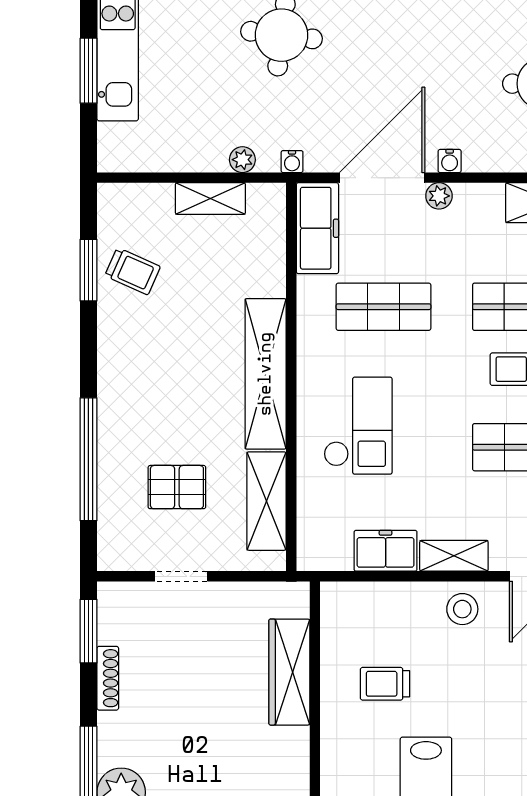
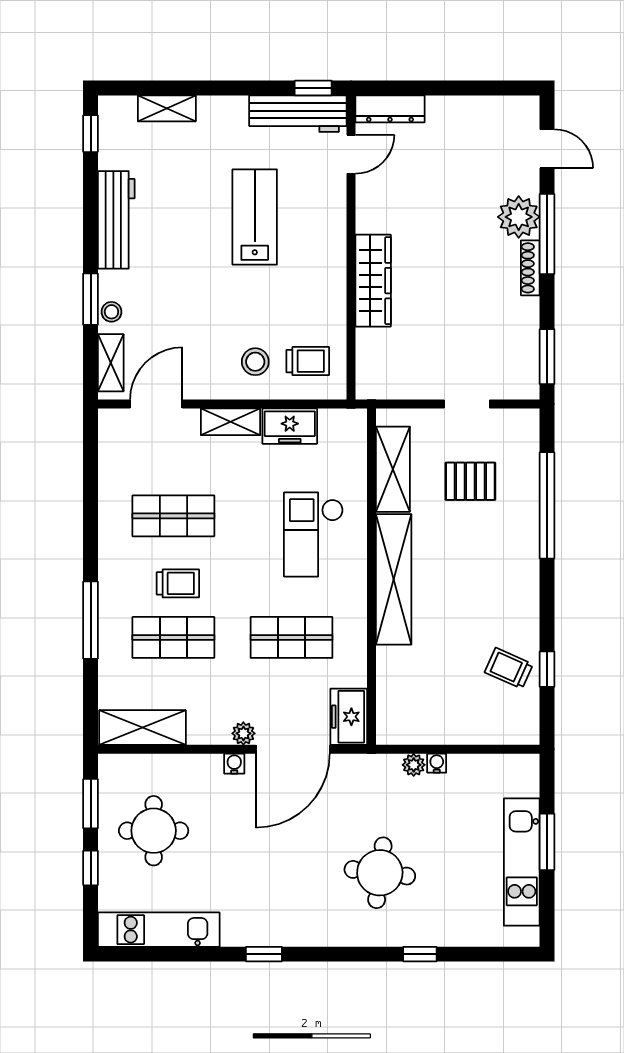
water cooler: (292, 162) -> (437, 763), moved
shelving: (210, 198) -> (441, 731), removed
freezer: (317, 228) -> (349, 717), width x0.71
window: (88, 270) -> (547, 669), width x0.67
stool: (462, 609) -> (255, 362), moved
wardrobe: (289, 672) -> (373, 281), moved
shoe rack: (108, 678) -> (530, 268), moved
trolley: (385, 684) -> (308, 361), moved

